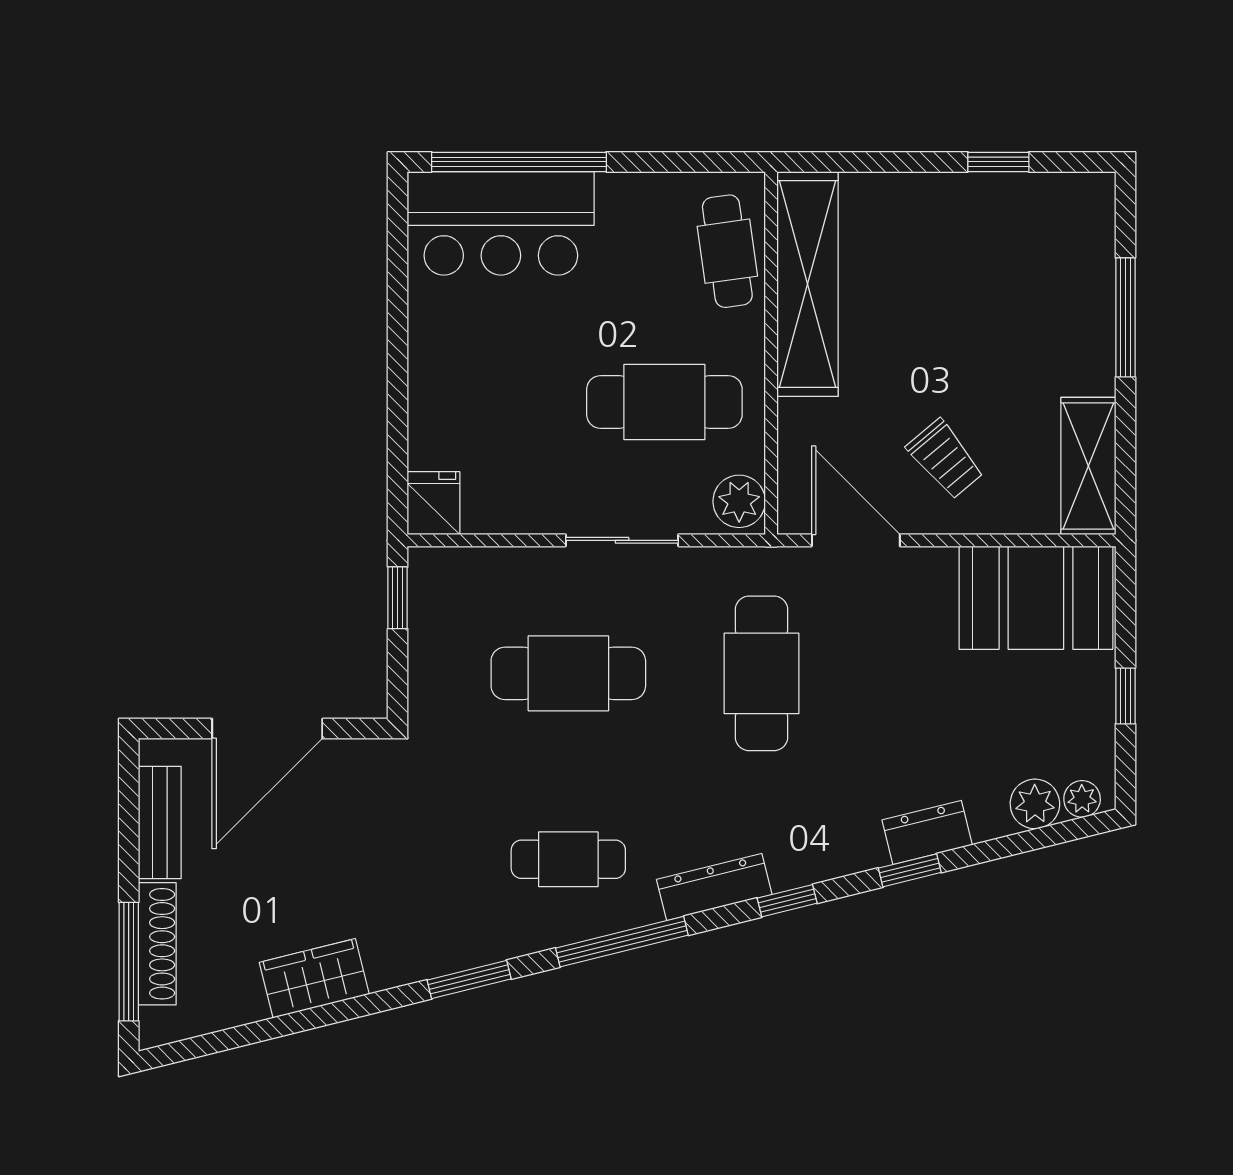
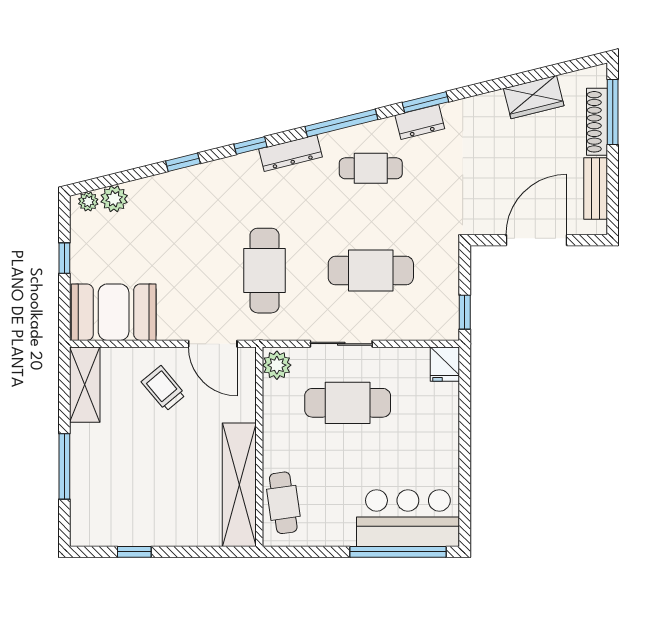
cafe table: (664, 402) -> (348, 403), moved
dresser: (927, 832) -> (420, 122), moved
wardrobe: (314, 978) -> (534, 97), moved

